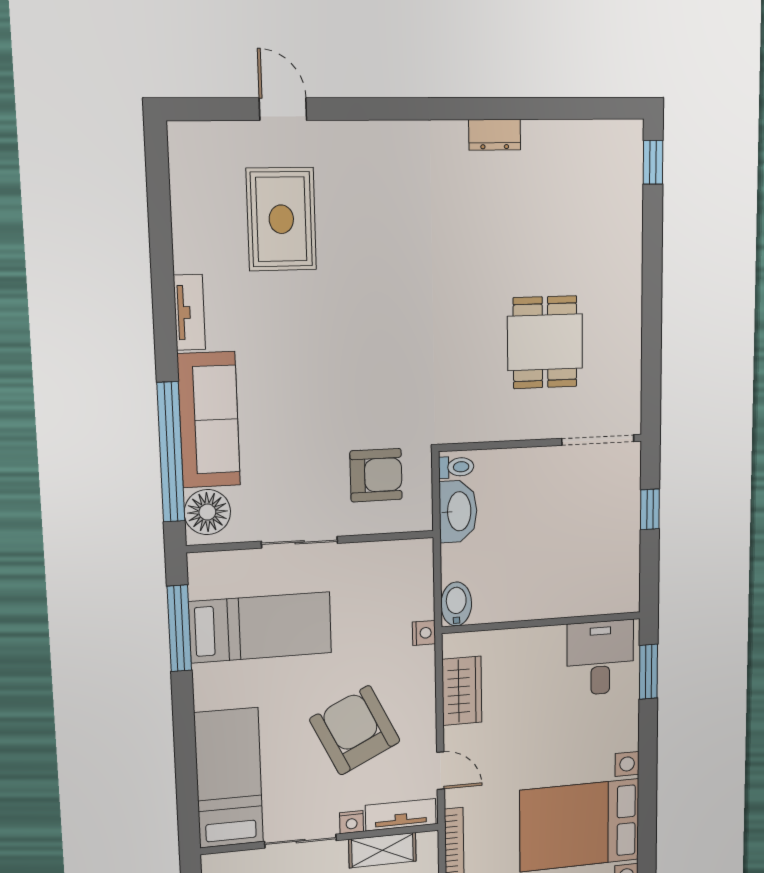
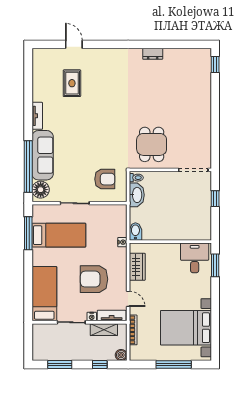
rug: (281, 219) -> (72, 83), width x0.73, depth x0.70
dining table: (545, 342) -> (152, 144), moved
armchair: (355, 730) -> (94, 279), turned -64

